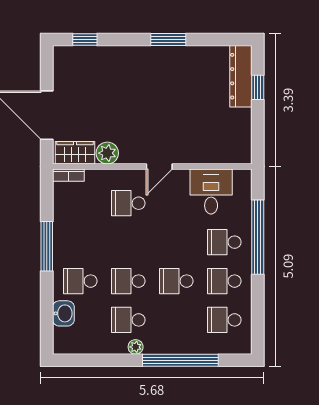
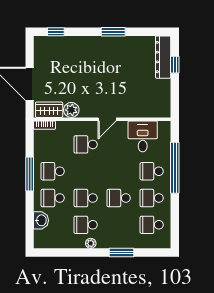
school desk: (80, 242) -> (53, 171), added
window: (180, 360) -> (122, 252), width x0.47

